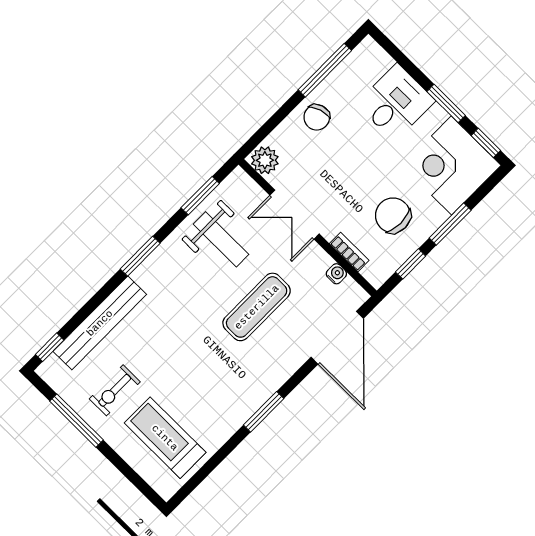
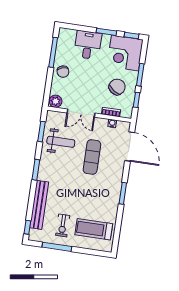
chair: (393, 215) -> (117, 87), turned 125

